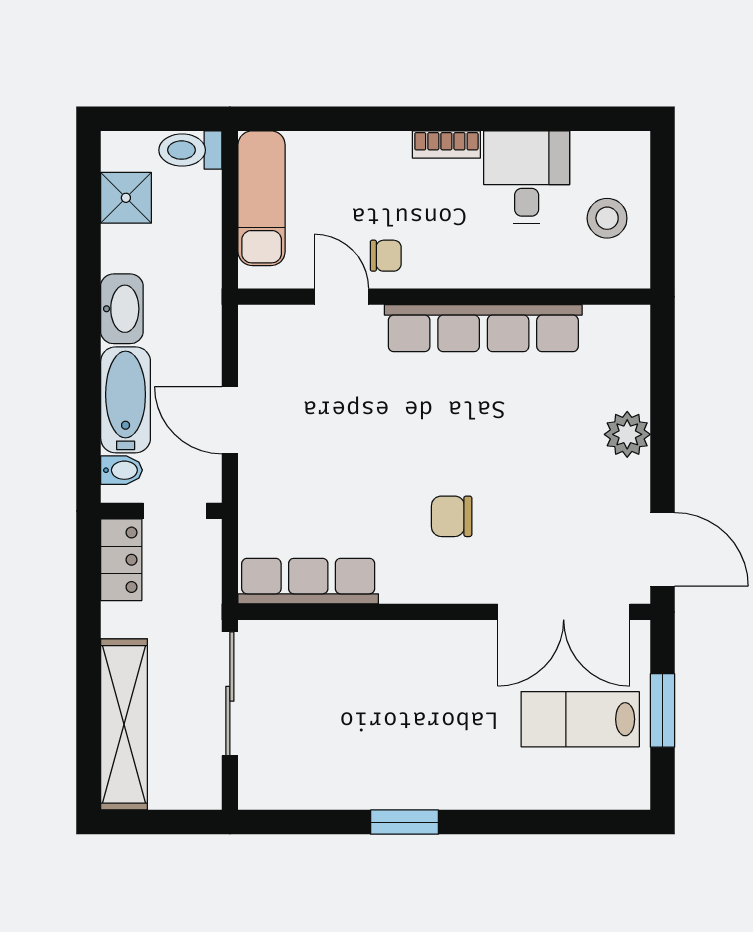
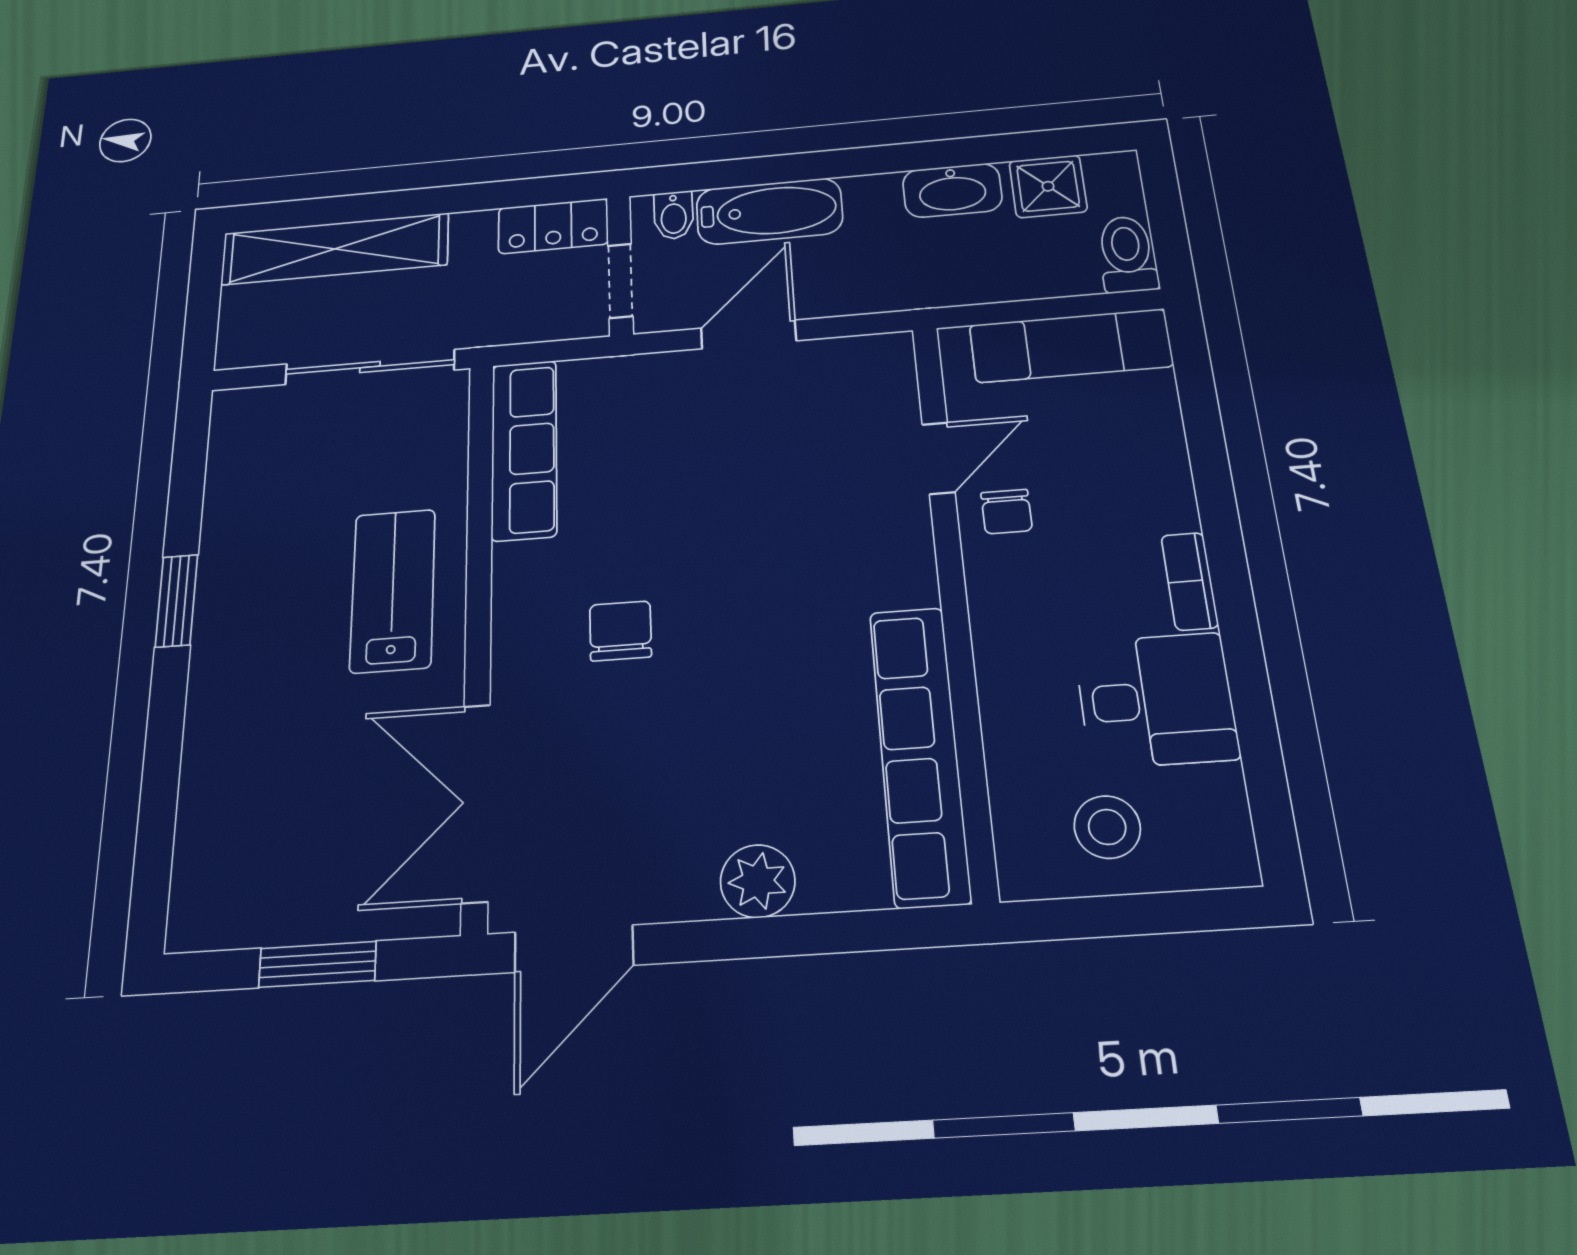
washbasin: (122, 309) -> (952, 190), moved
row of seats: (483, 328) -> (919, 754), moved
lab bench: (580, 719) -> (393, 590), moved

